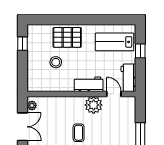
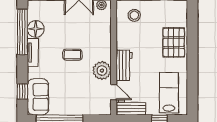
stool: (56, 62) -> (134, 15), moved
door: (114, 94) -> (114, 92), hinge flipped

